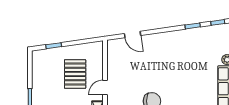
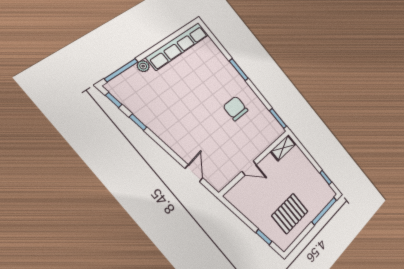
pallet: (75, 74) -> (290, 213), moved
door: (105, 87) -> (249, 168), moved

